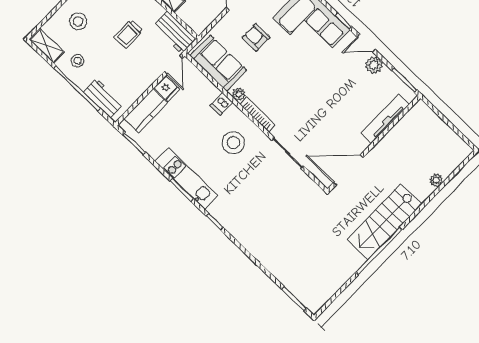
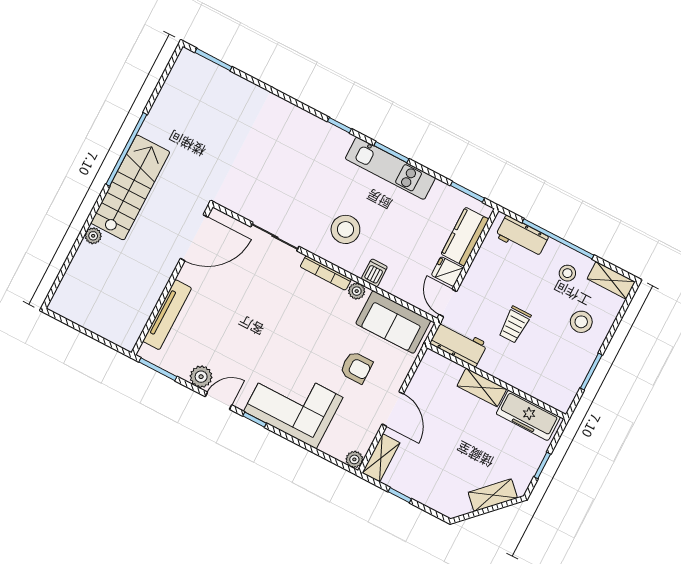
trolley: (128, 34) -> (515, 325), turned 180
plant: (436, 180) -> (93, 236), moved

